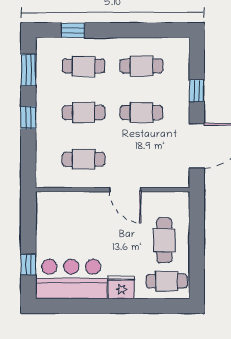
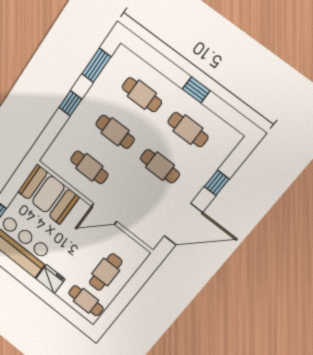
window: (73, 30) -> (196, 90), moved
door: (125, 190) -> (104, 214), hinge flipped
booth: (65, 211) -> (48, 194), added

